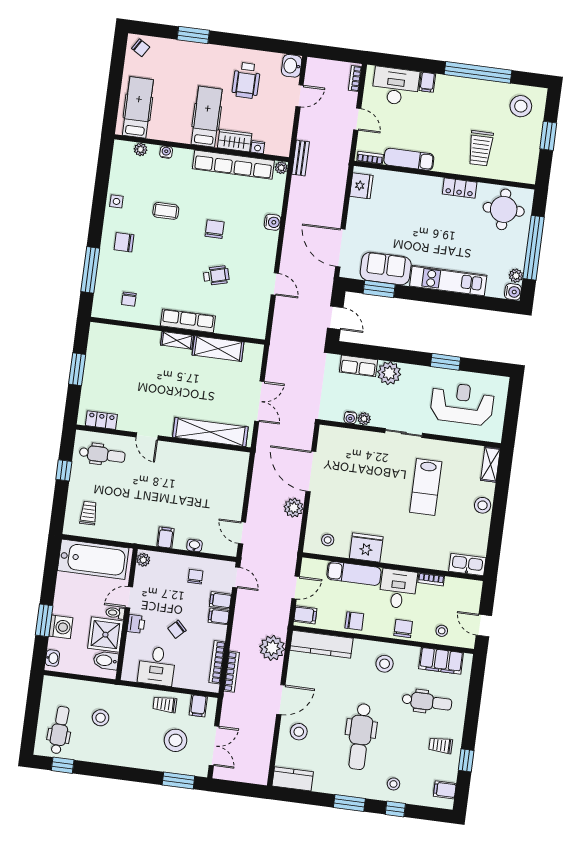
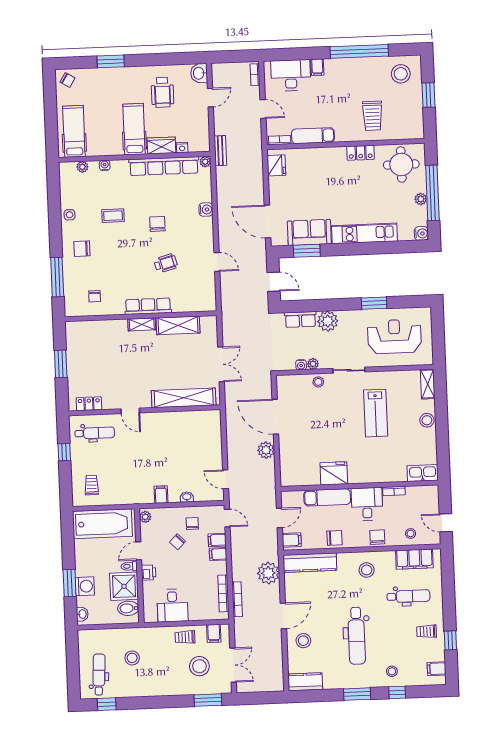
plant: (516, 276) -> (421, 199), moved
stool: (328, 540) -> (318, 382), moved
chair: (177, 629) -> (178, 542), moved

